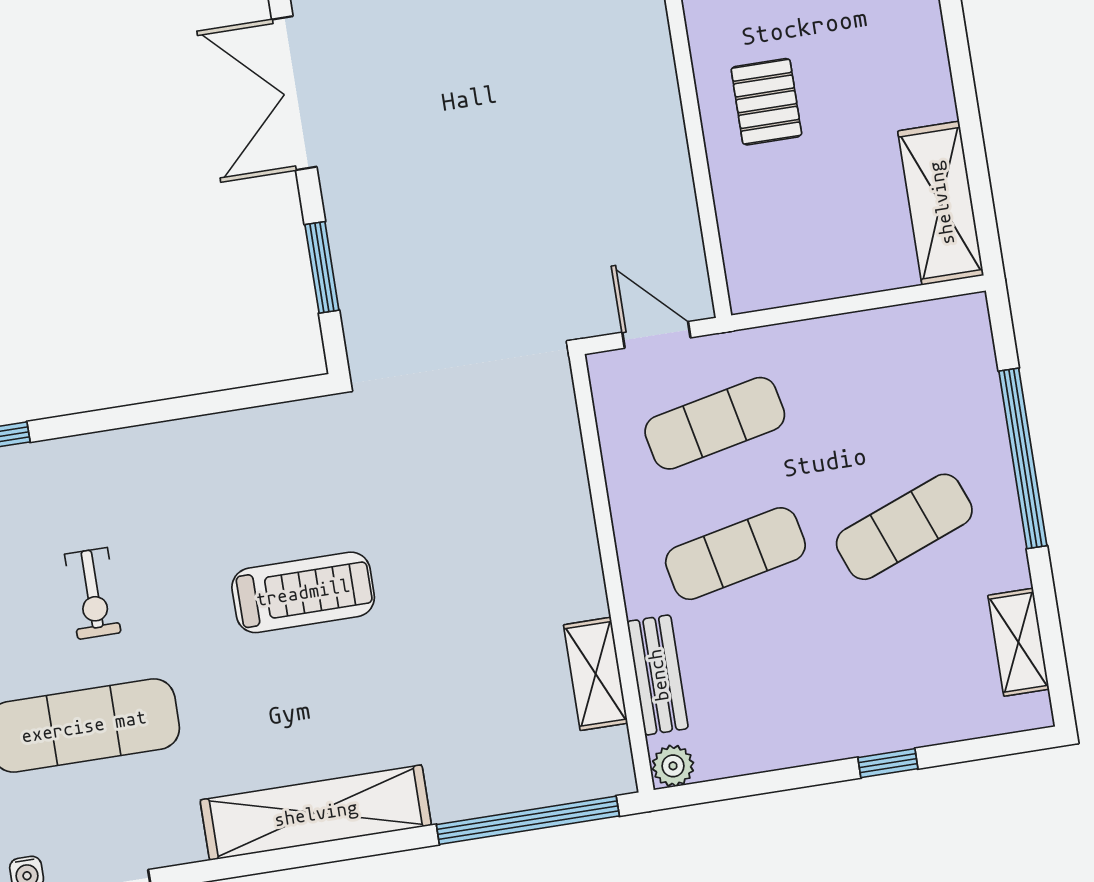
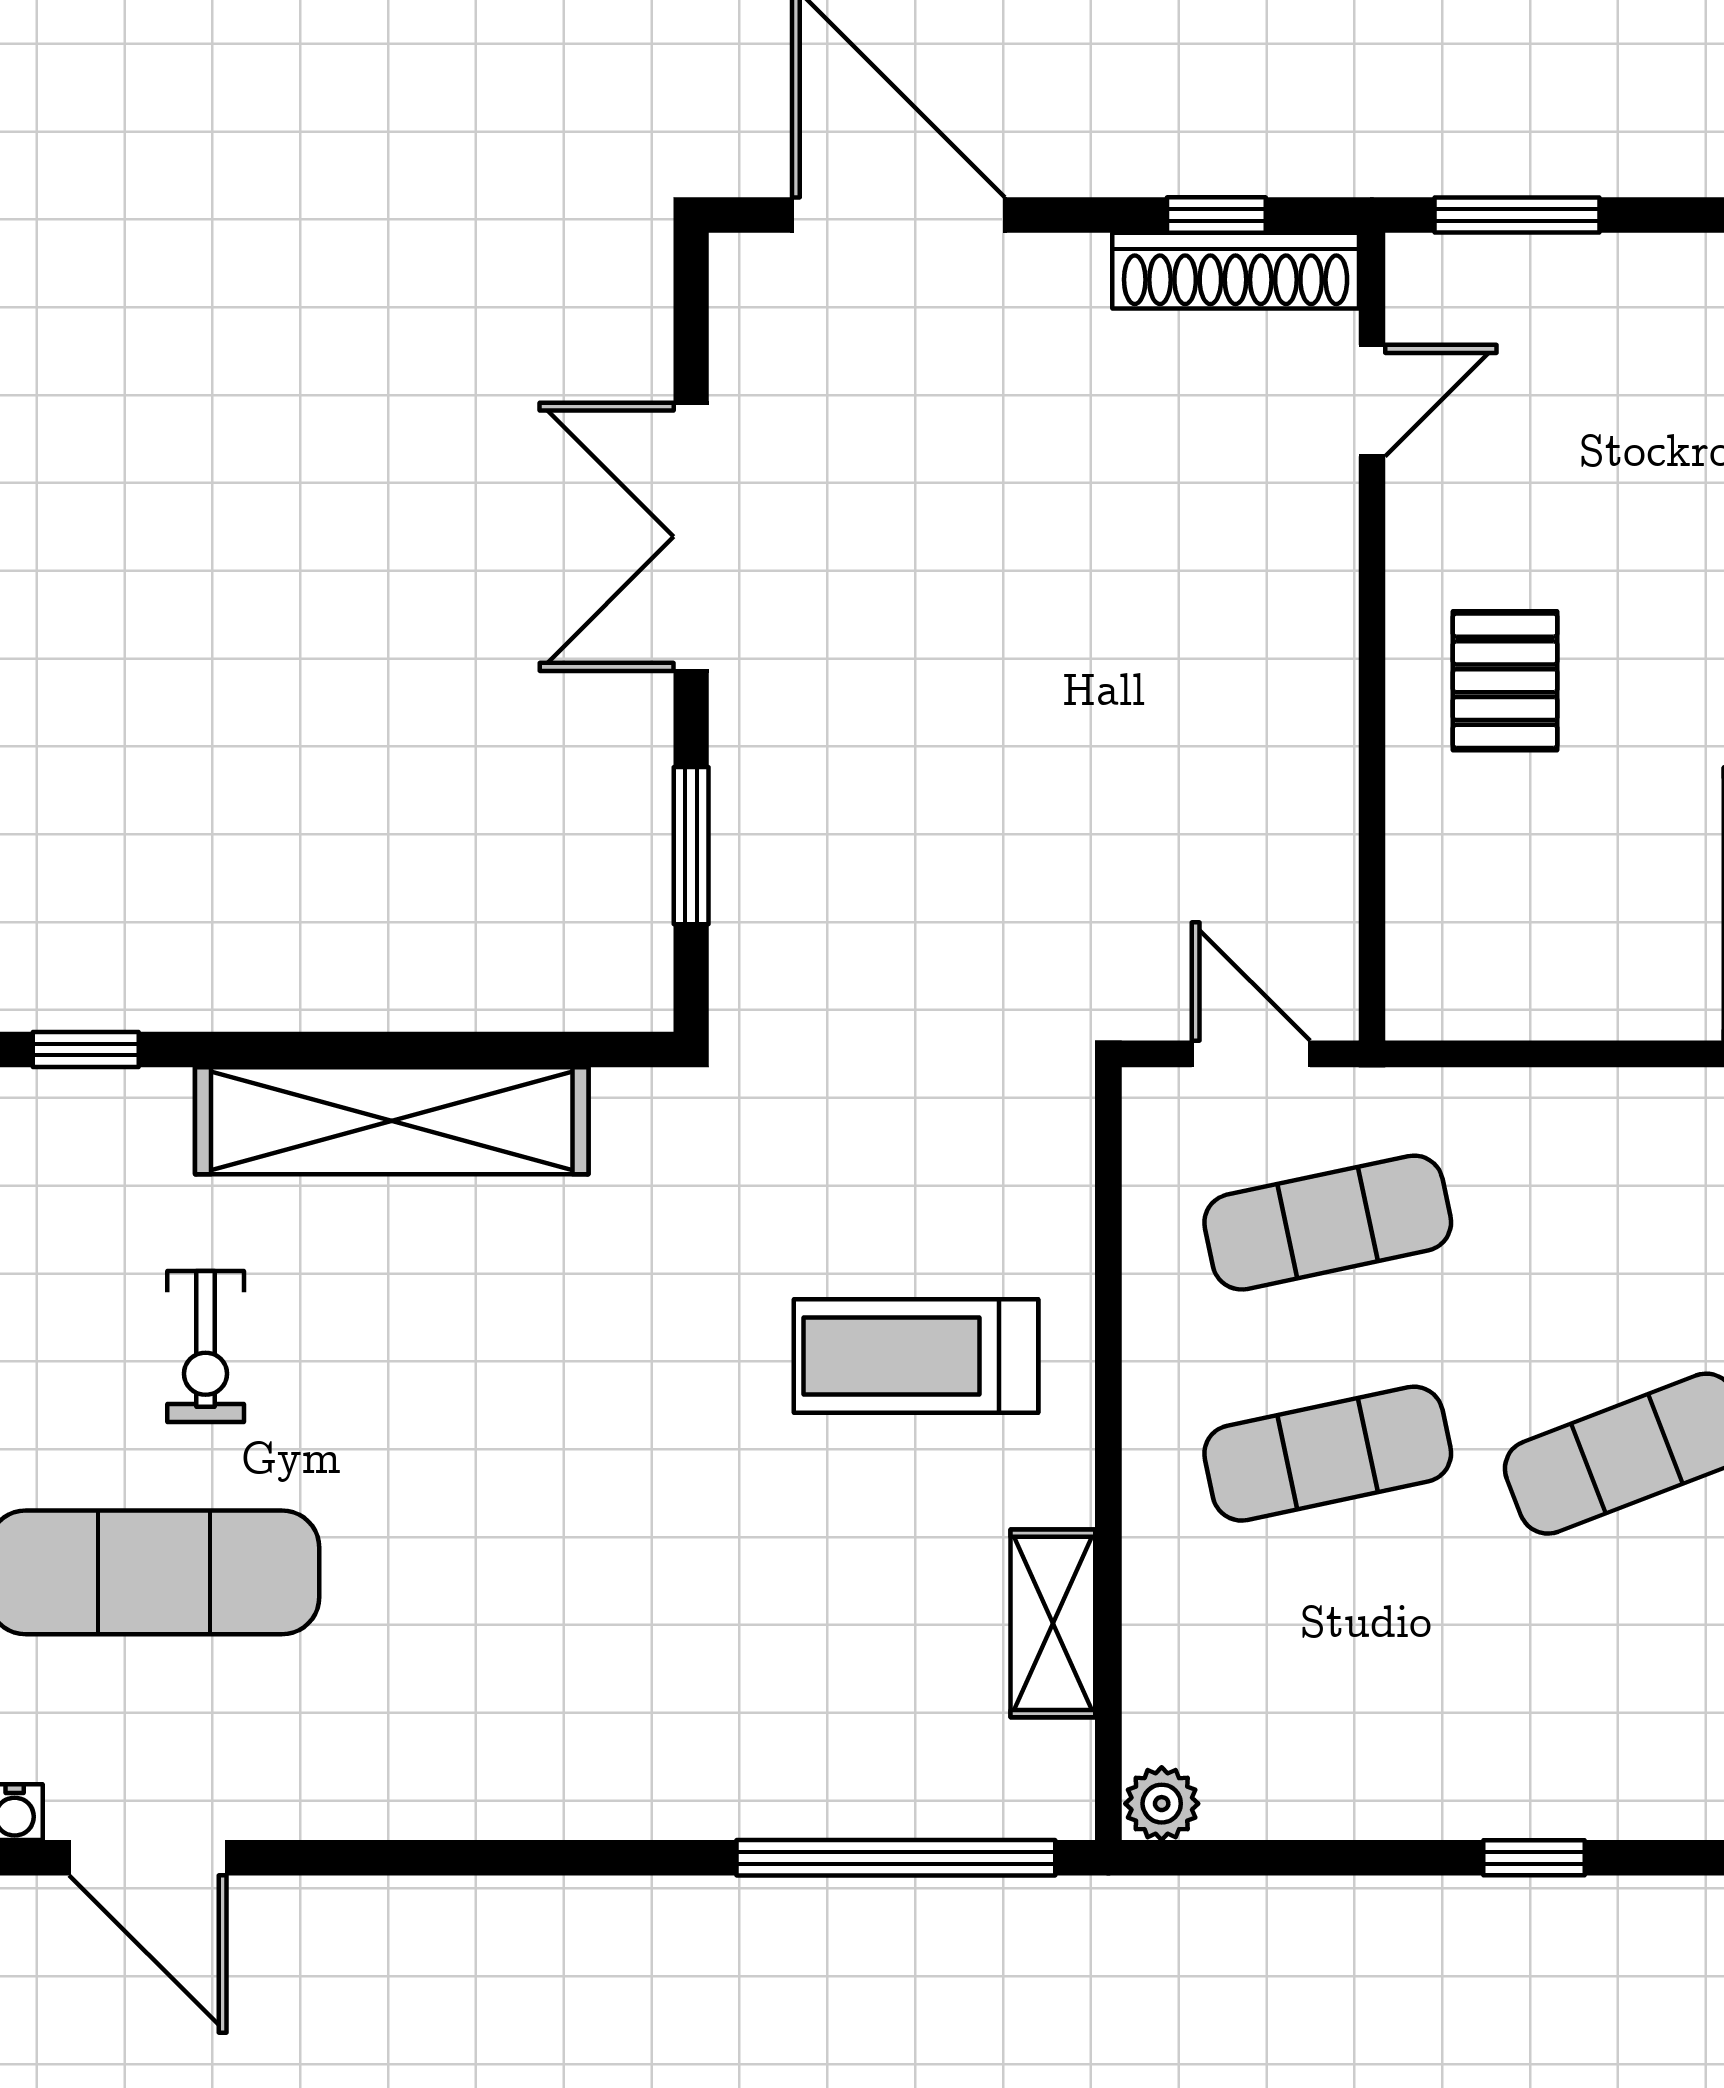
treadmill: (303, 592) -> (916, 1356), moved, turned 180
bench: (658, 675) -> (1160, 1642), removed
shelving: (316, 813) -> (392, 1121), moved

